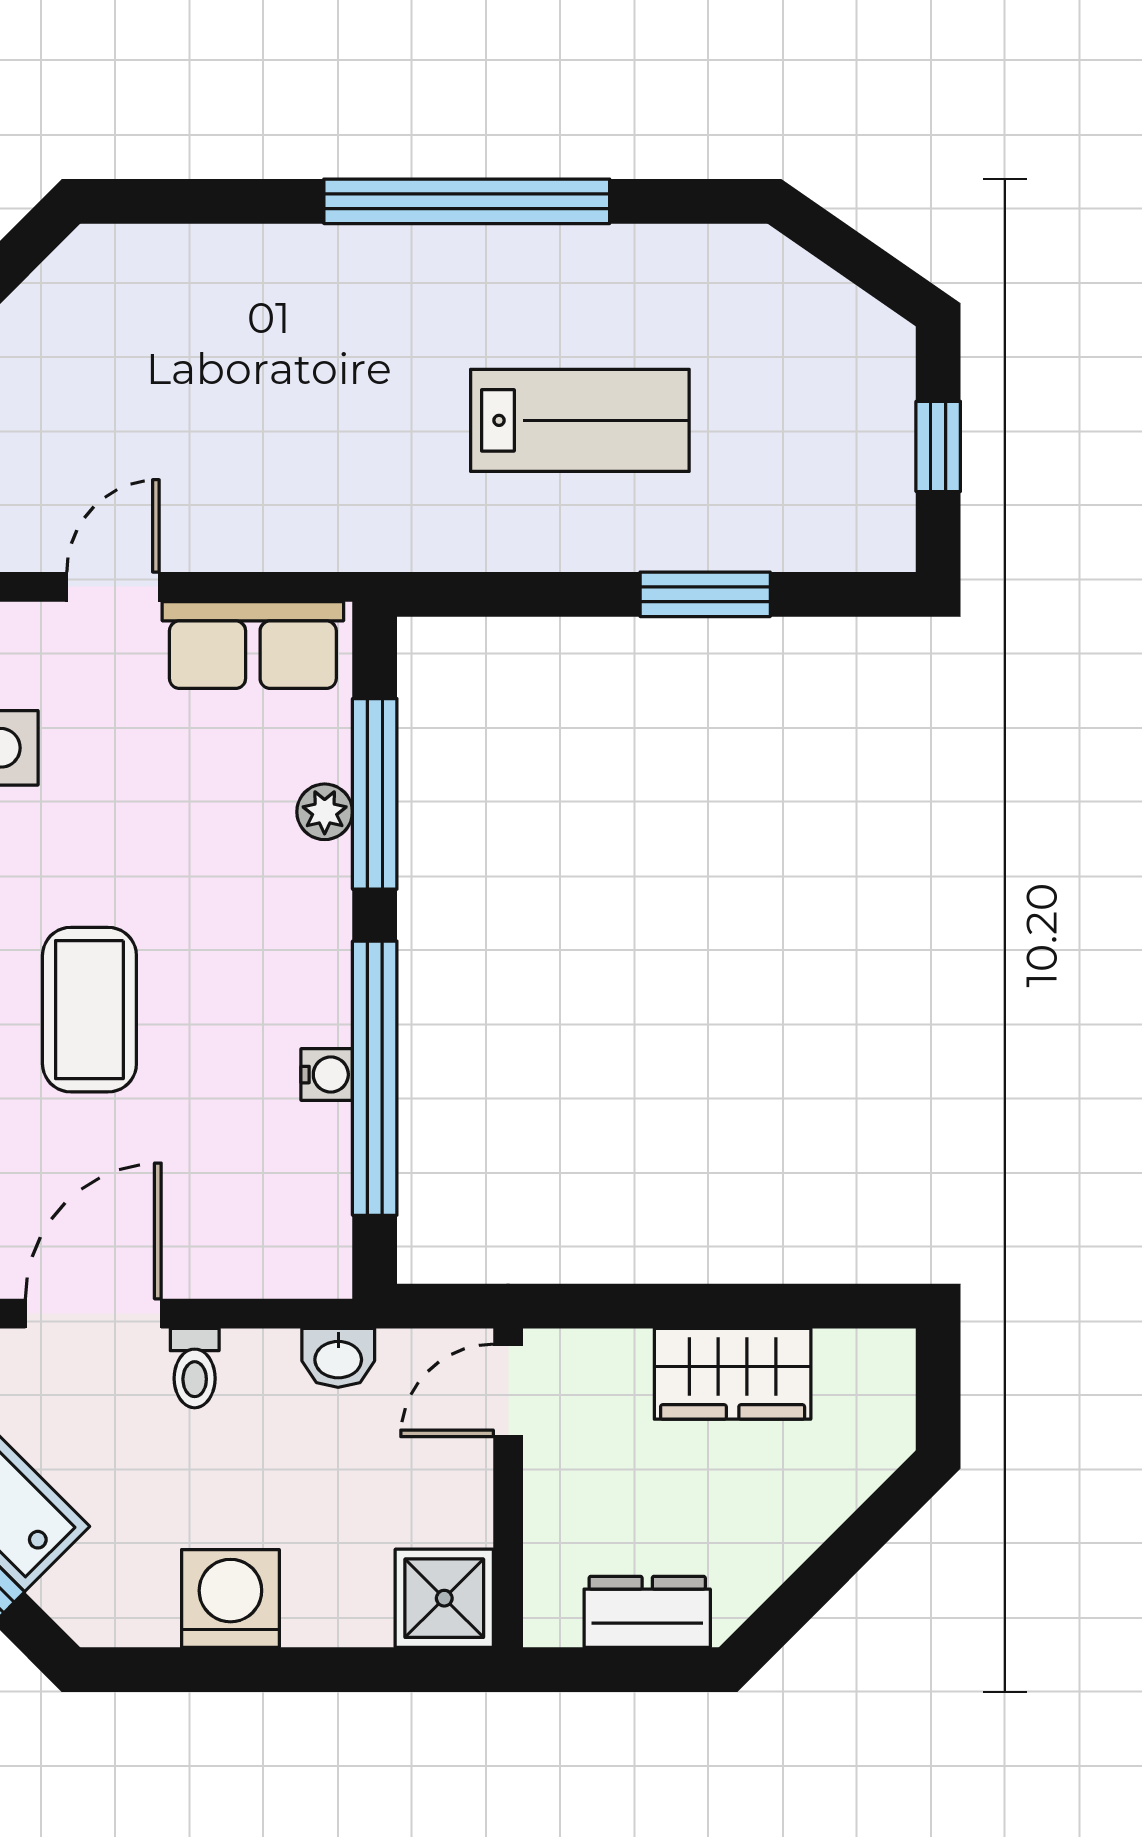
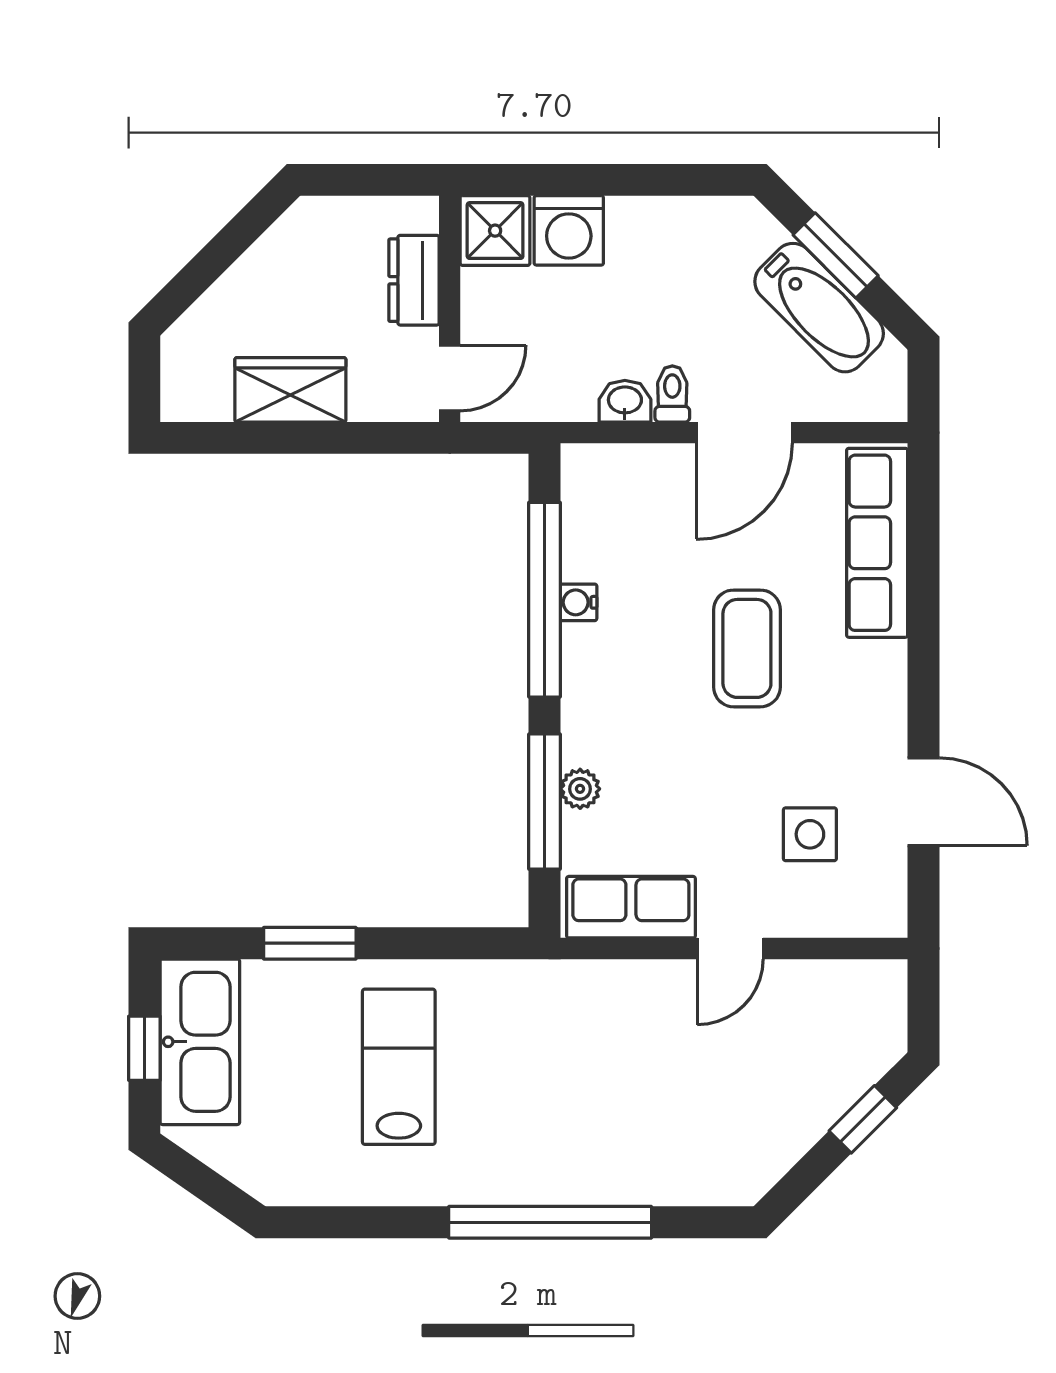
window: (467, 201) -> (550, 1222), moved
lab bench: (580, 420) -> (399, 1067), turned 90
kitchen sink: (860, 456) -> (200, 1042), added
washbasin: (338, 1358) -> (625, 401), moved
washing machine: (230, 1598) -> (569, 230), moved
dresser: (647, 1612) -> (414, 280), moved, turned 90

